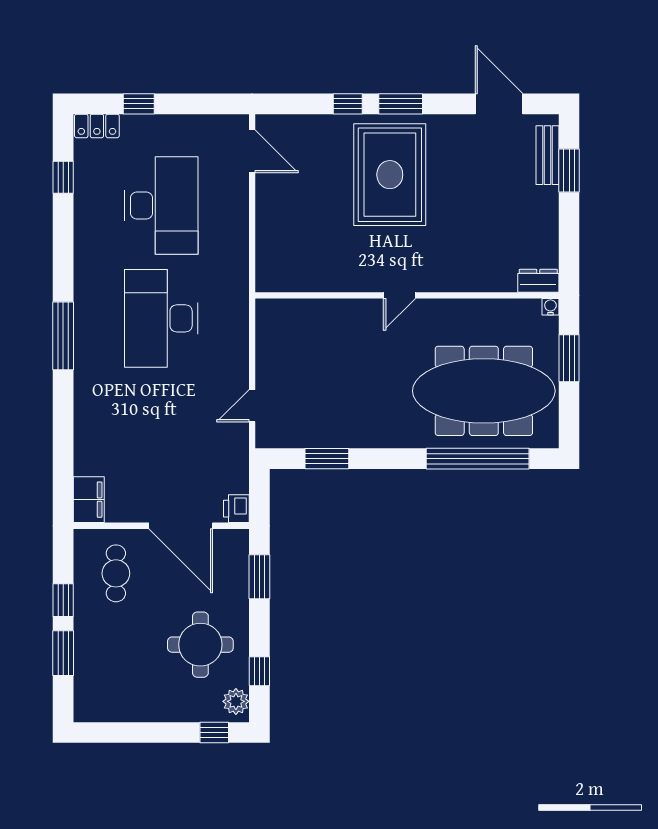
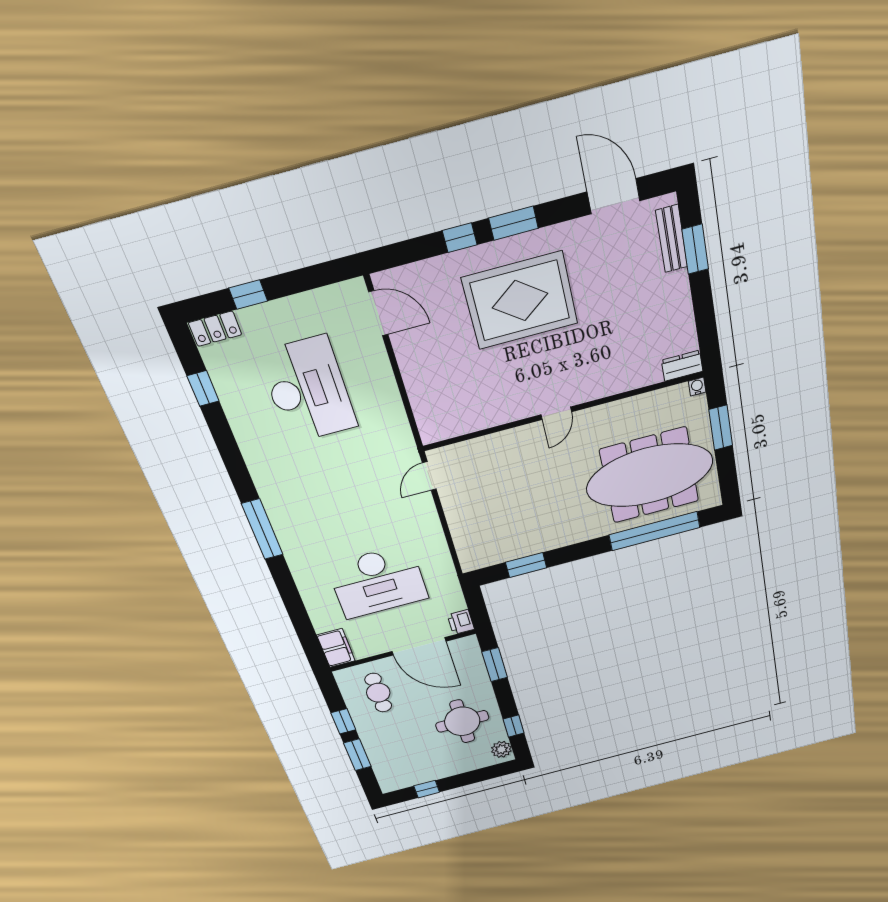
rug: (390, 175) -> (520, 301), turned 90
desk: (161, 318) -> (378, 582), moved, turned -90
door: (252, 406) -> (429, 476), moved
window: (214, 733) -> (427, 789), moved

